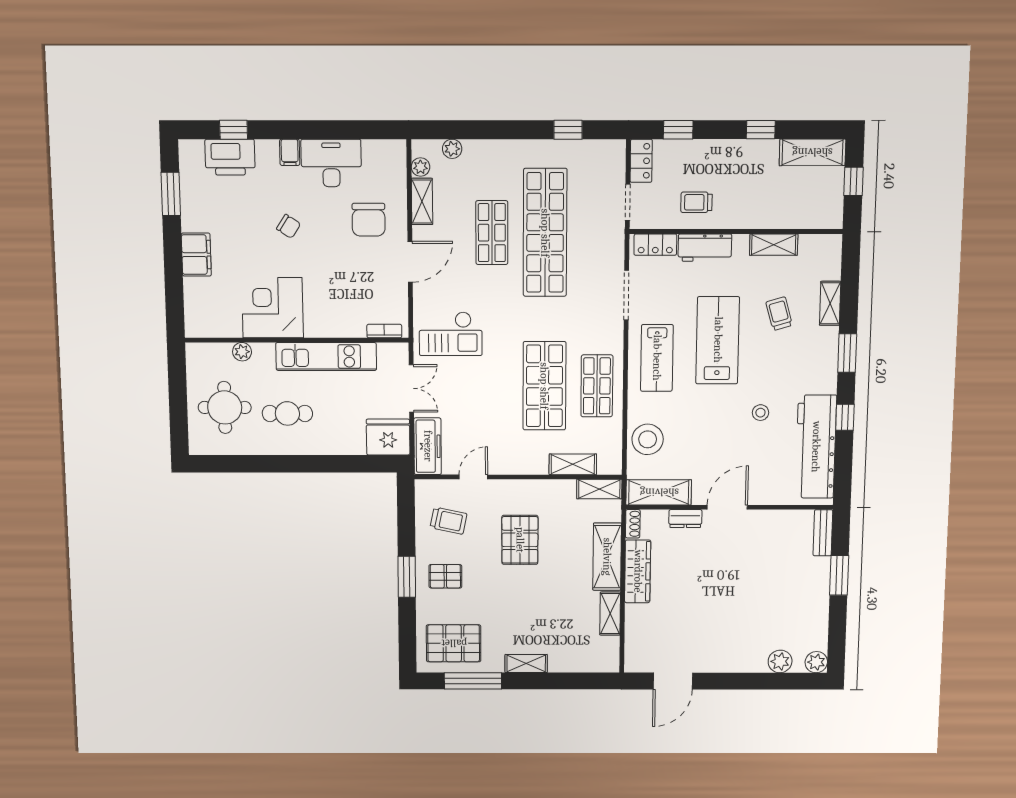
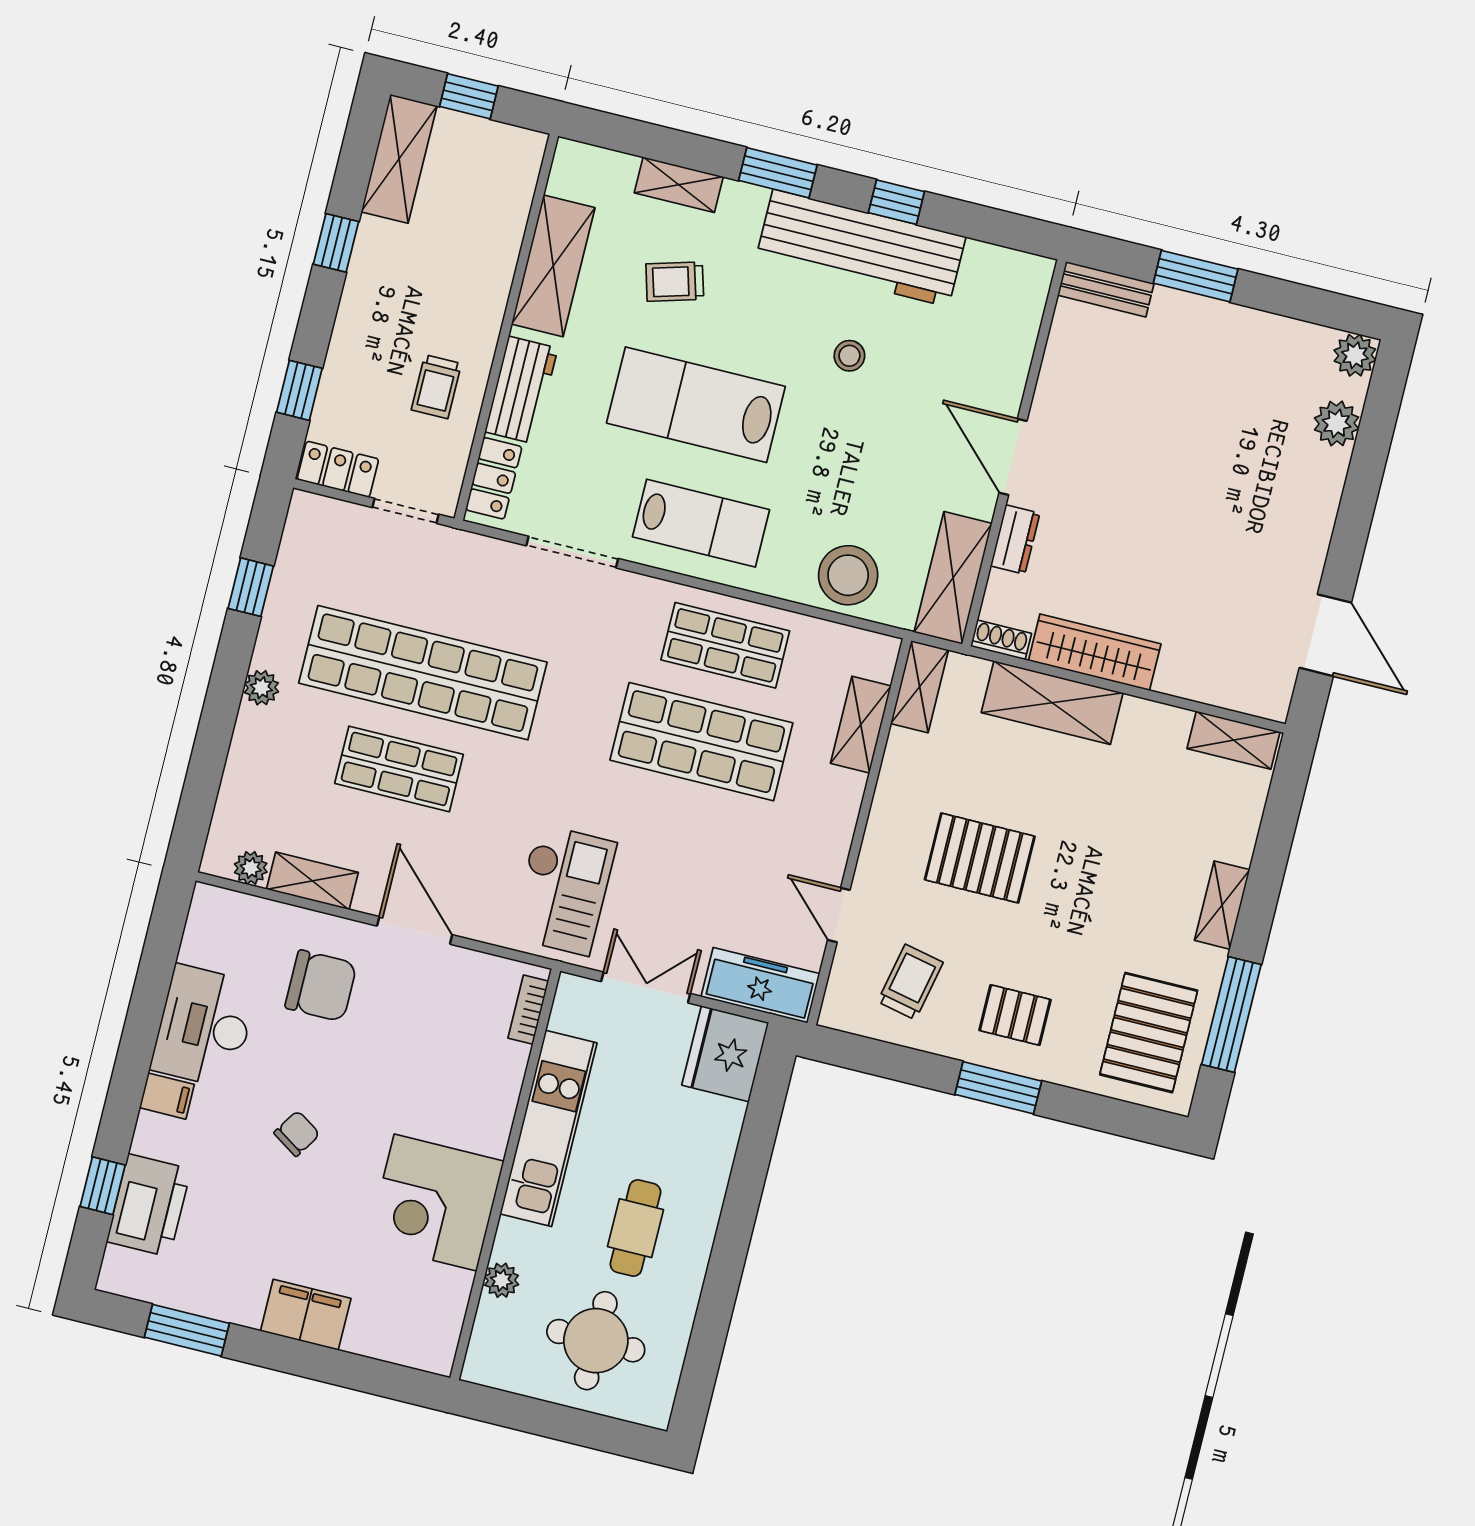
plant: (452, 149) -> (261, 688), moved
shelving: (774, 245) -> (553, 266), width x1.50, depth x1.33
workbench: (816, 447) -> (861, 248), moved
pallet: (445, 576) -> (1015, 1015), turned 90
shelving: (610, 614) -> (1234, 740), moved

